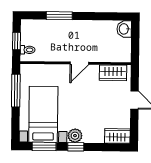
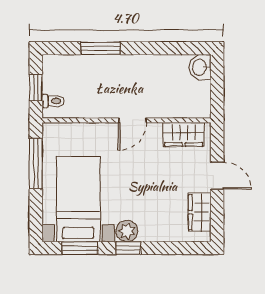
wardrobe: (117, 136) -> (200, 212), moved, turned -90

